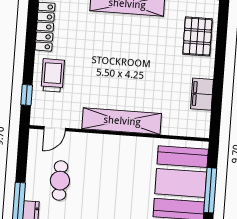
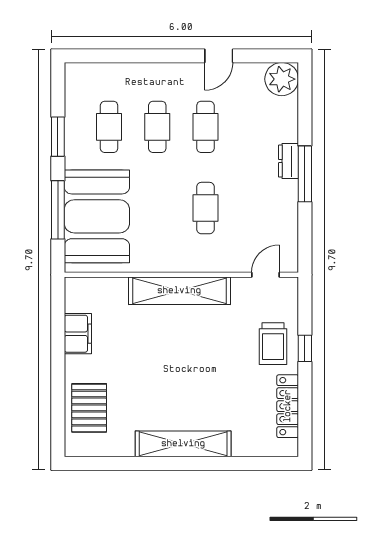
window: (27, 95) -> (305, 348), moved
cafe table: (60, 181) -> (205, 208), moved

